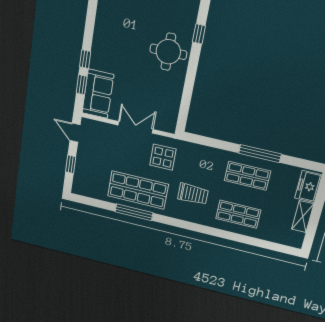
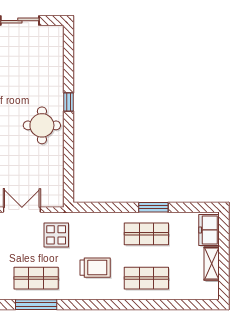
window: (260, 154) -> (153, 207), width x0.69
shop shelf: (138, 190) -> (36, 278), width x0.70, depth x0.74

